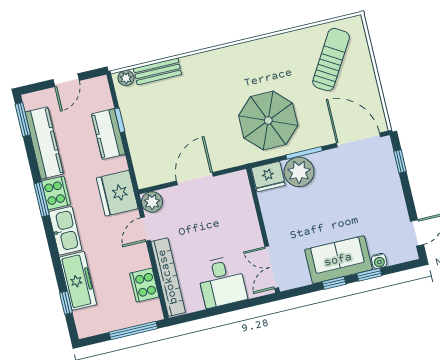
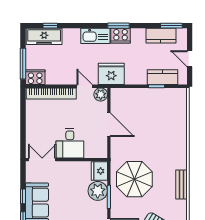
bench: (158, 71) -> (182, 184), moved
plant: (126, 78) -> (182, 96), removed
kitchen counter: (108, 134) -> (162, 77), moved
kitchen counter: (44, 143) -> (161, 36), width x0.67
freezer: (78, 281) -> (44, 36), moved
desk: (222, 282) -> (70, 143), moved, turned -90
cooker: (144, 285) -> (35, 77), moved

